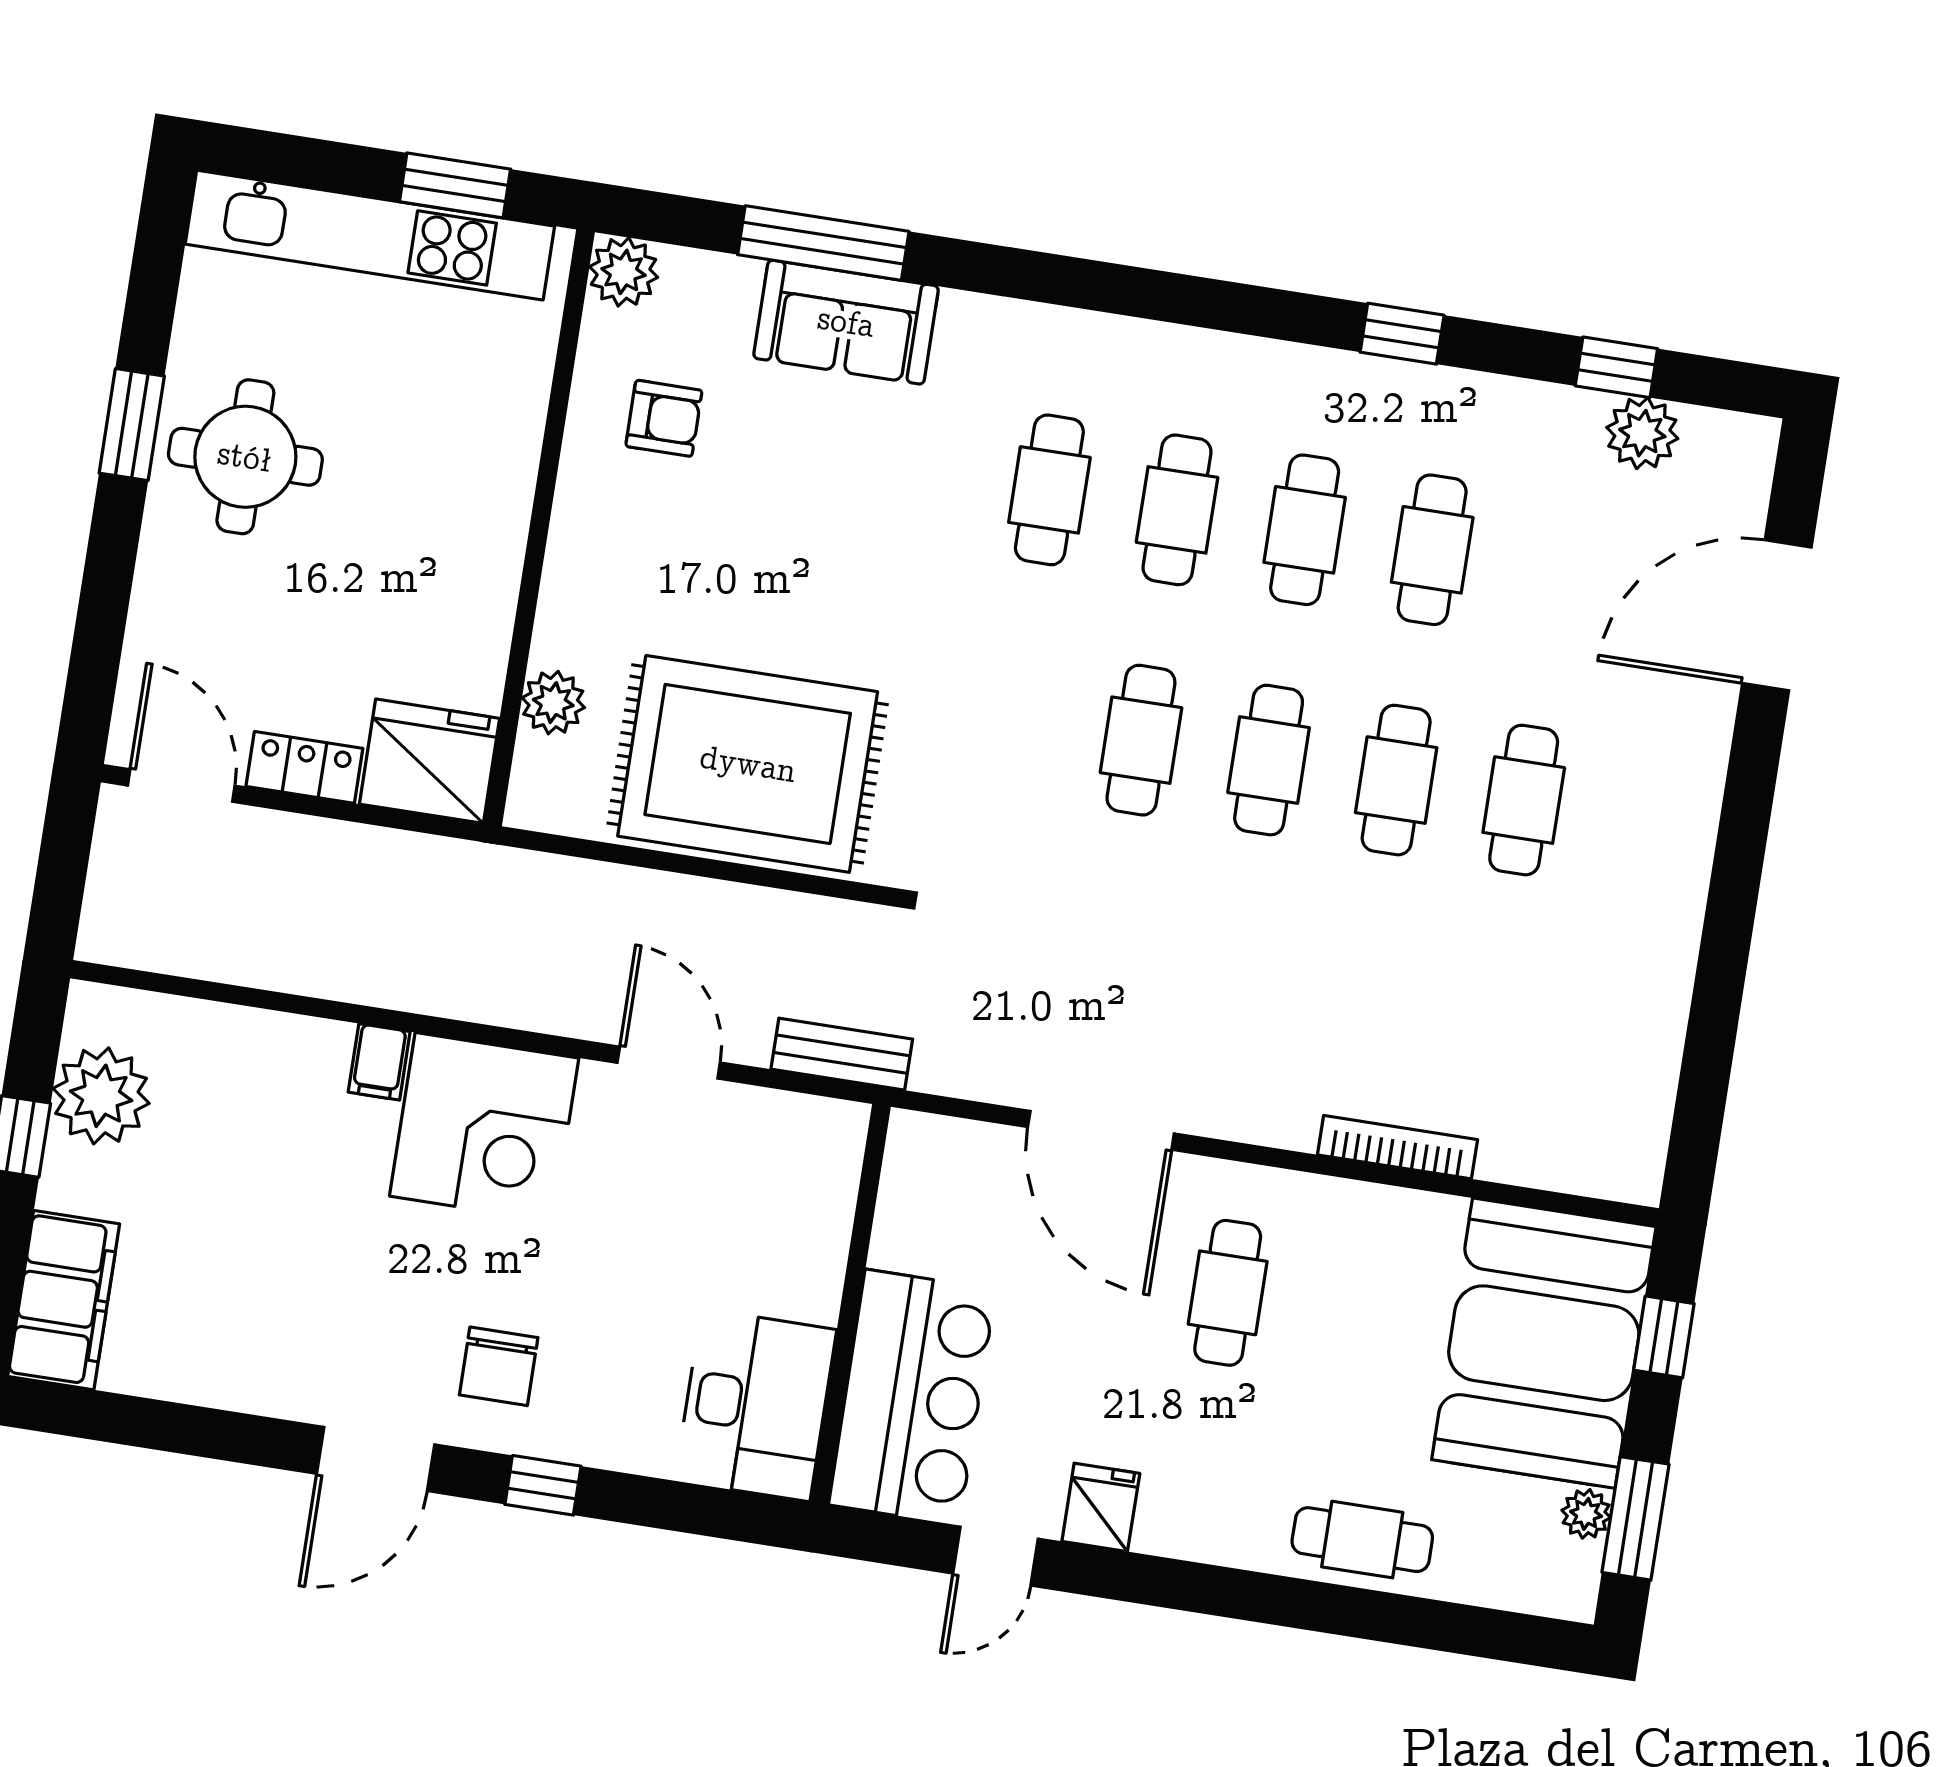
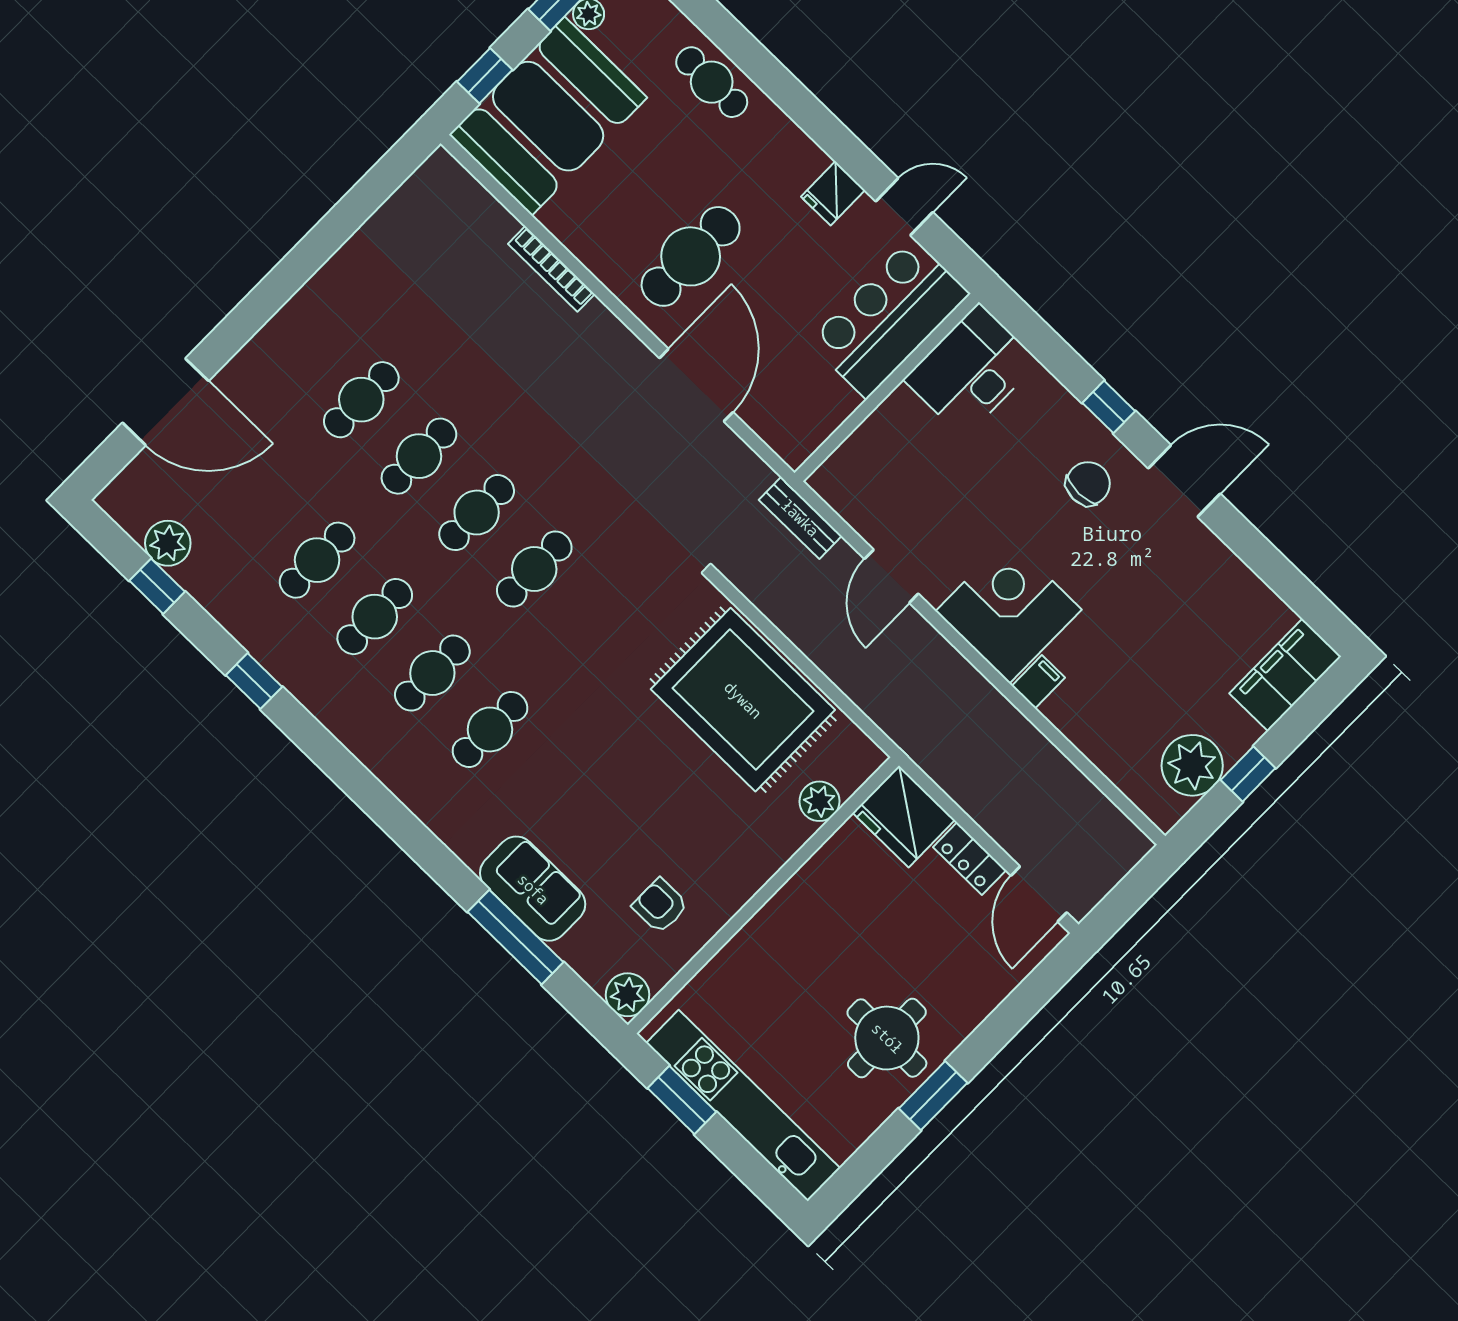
cafe table: (1228, 1293) -> (691, 256), width x1.37, depth x1.35

